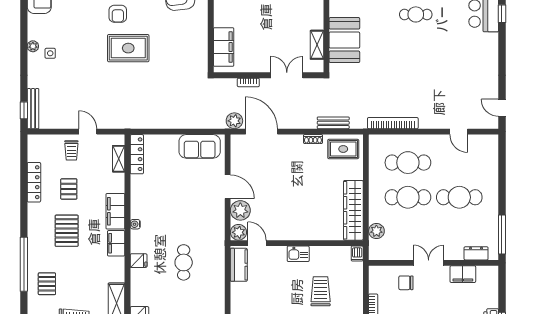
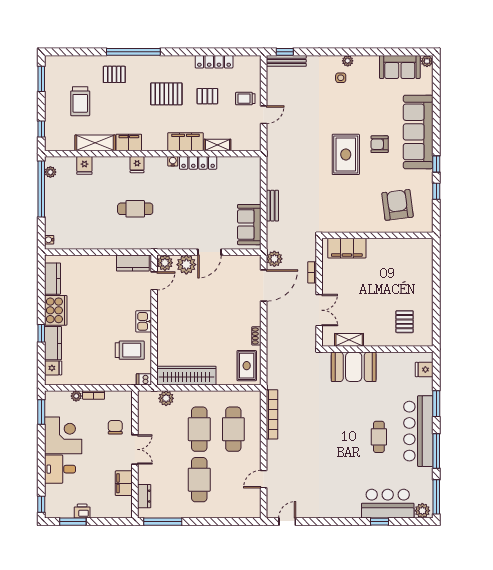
bench: (333, 123) -> (272, 206), moved
locker: (137, 154) -> (198, 163), moved
shelving: (119, 159) -> (217, 145), moved
filing cabinet: (116, 243) -> (129, 143), moved
trolley: (321, 291) -> (130, 350), moved

